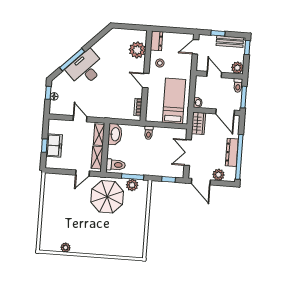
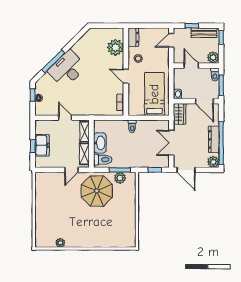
washbasin: (115, 134) -> (100, 143), moved
plant: (218, 175) -> (213, 162), moved

